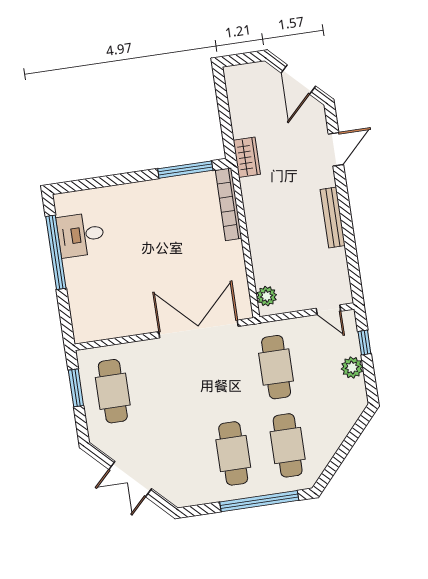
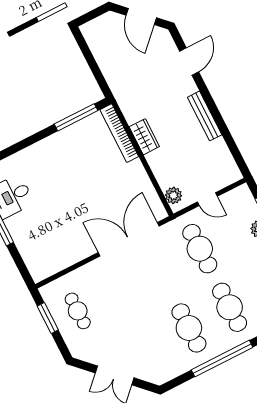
wardrobe: (247, 157) -> (144, 137), moved
door: (328, 310) -> (207, 199), moved
cafe table: (113, 391) -> (78, 311), width x0.73, depth x0.74

